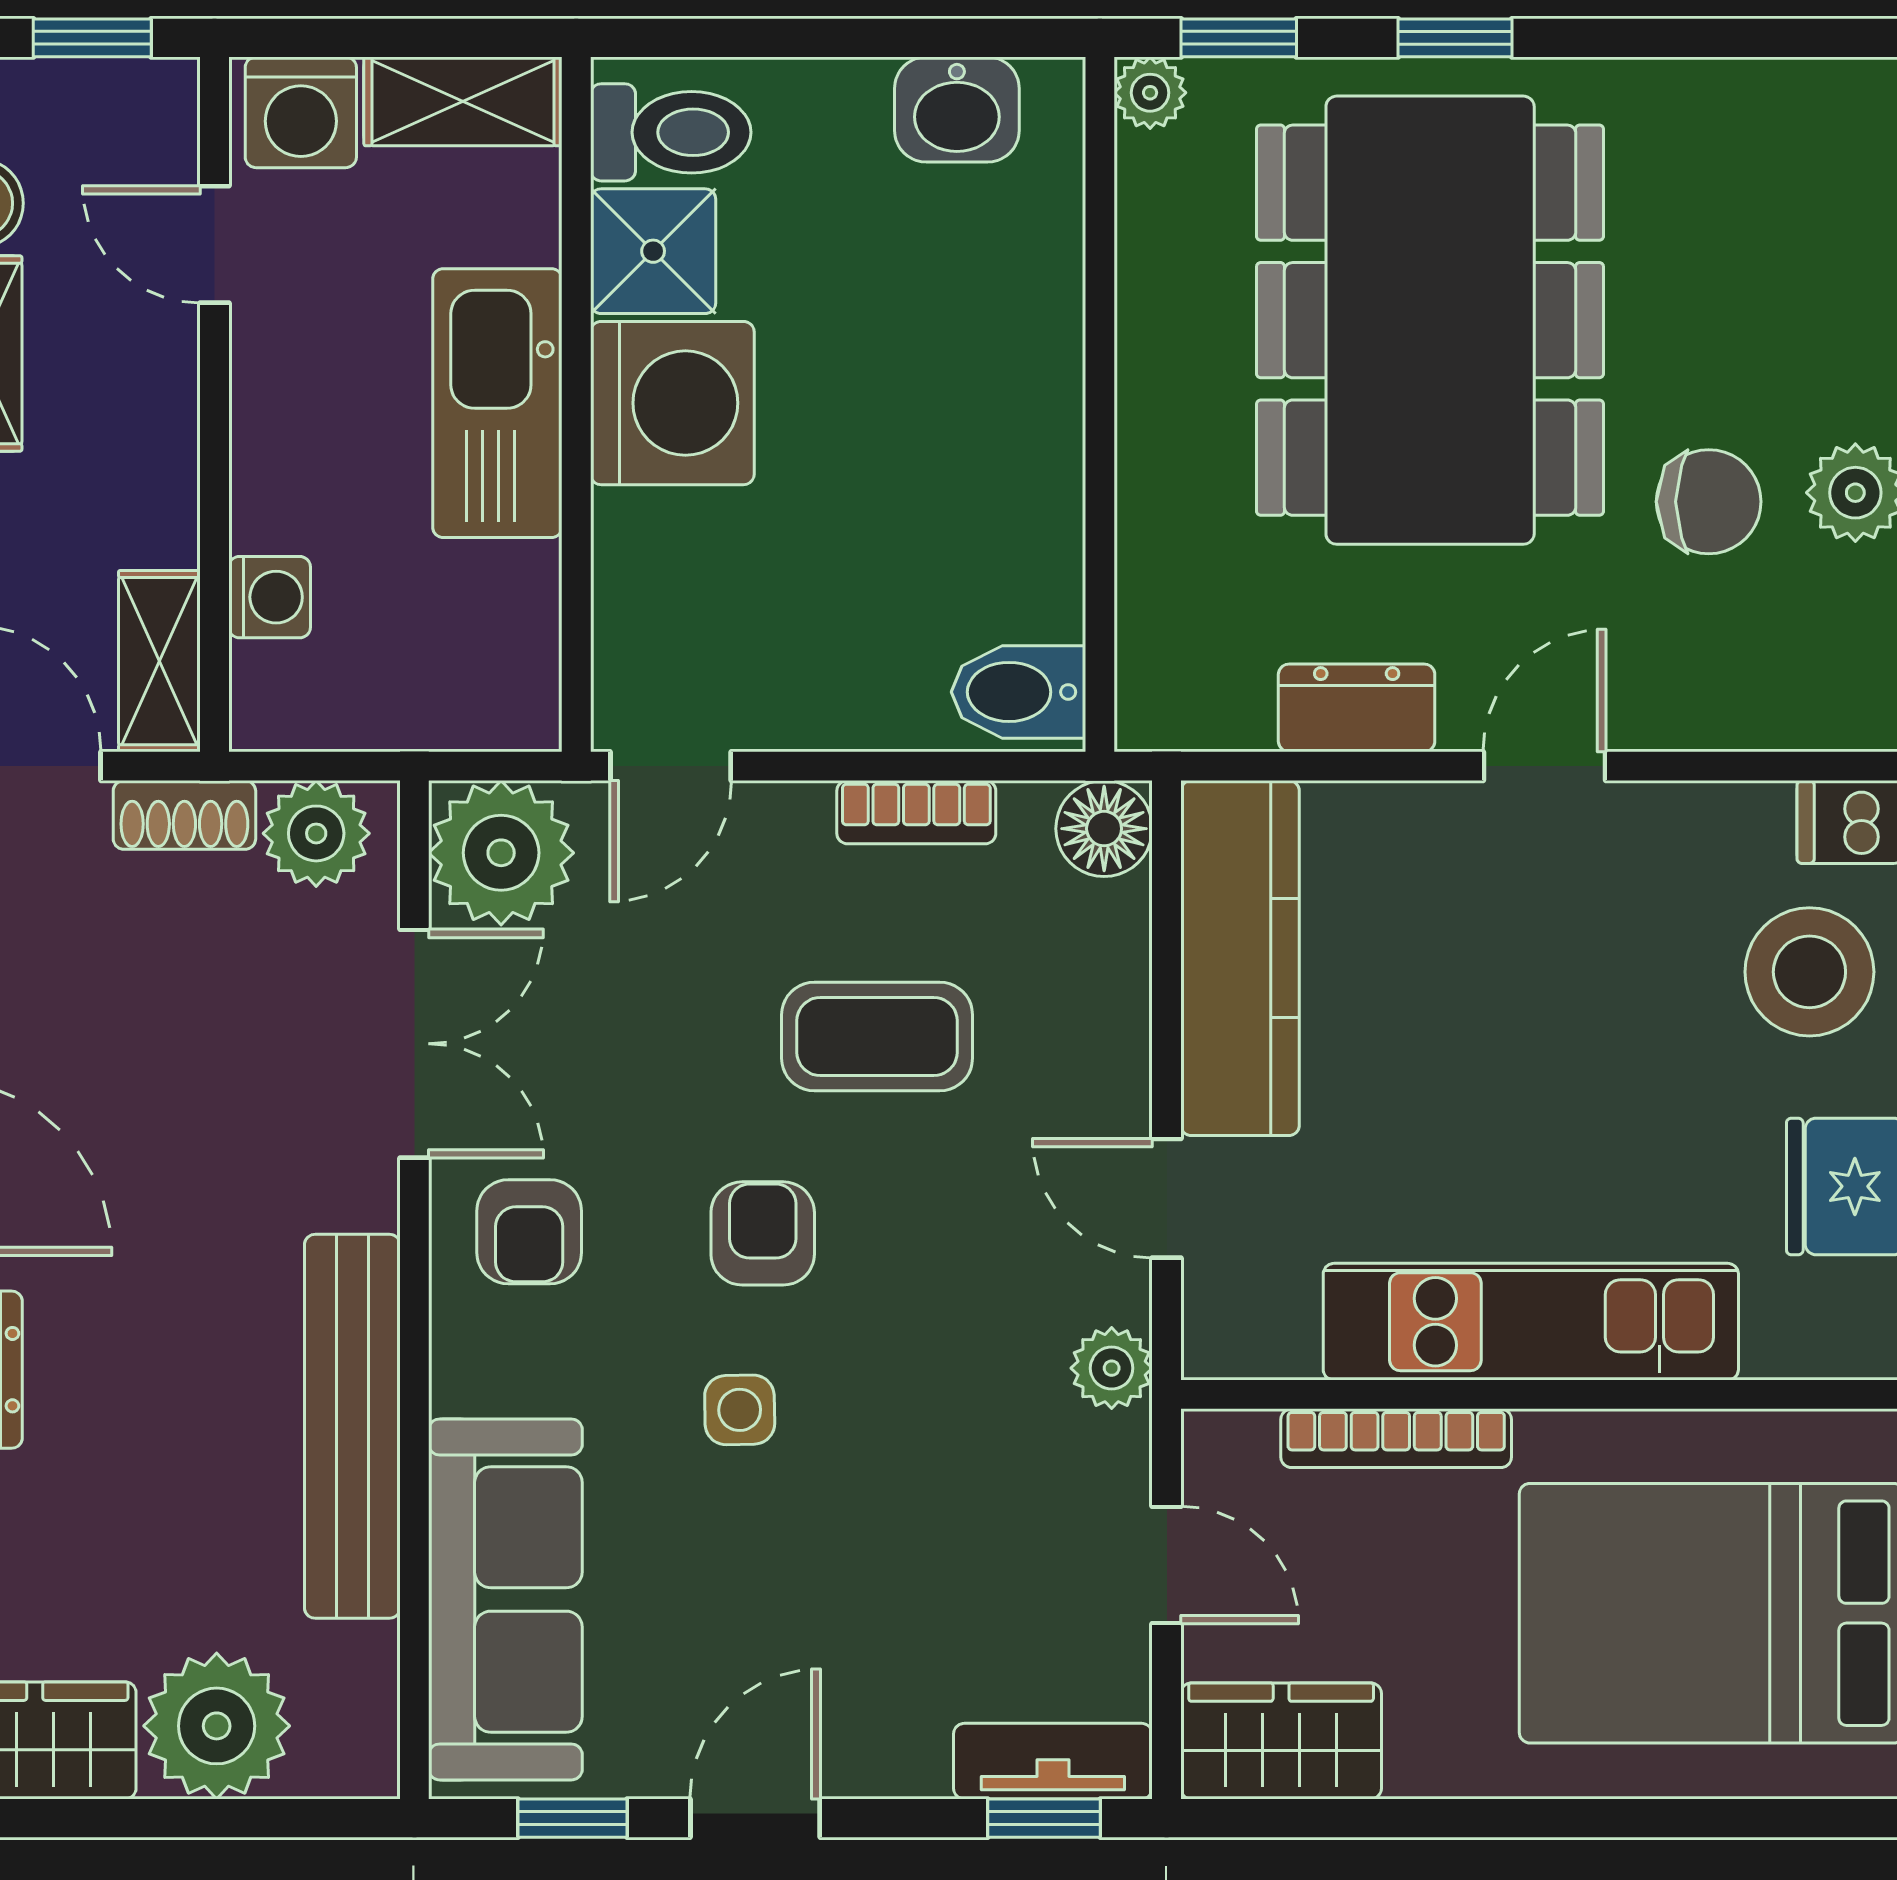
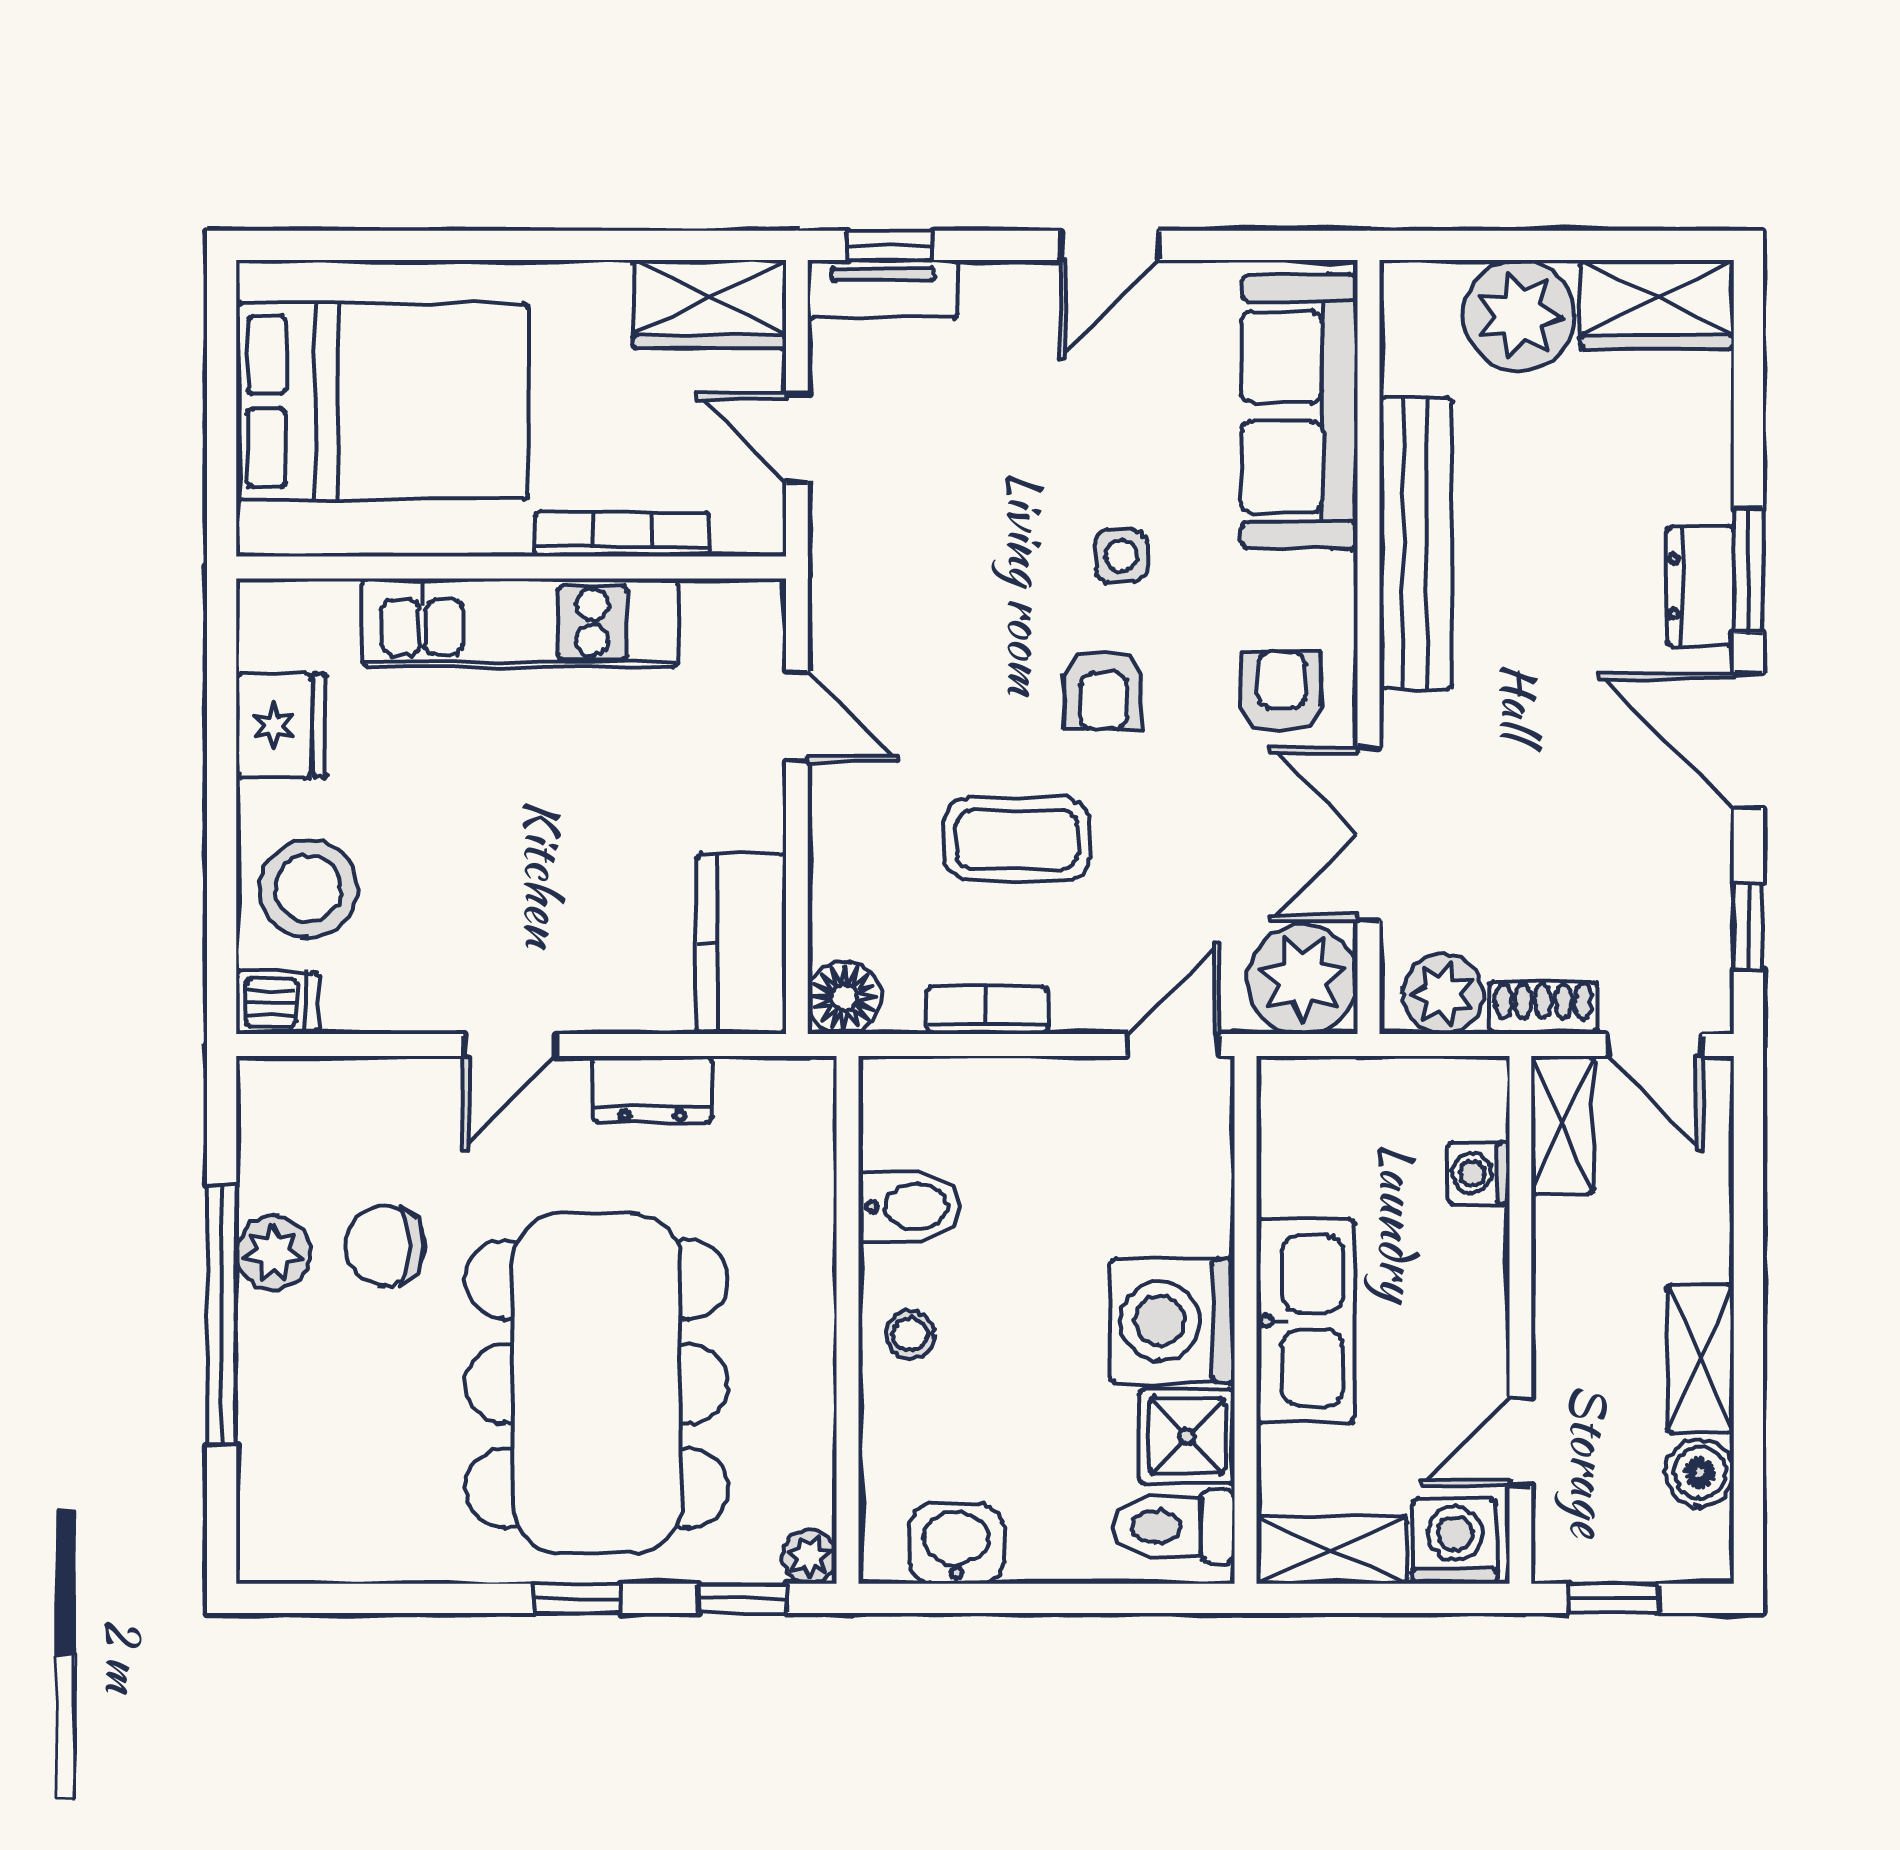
door: (214, 244) -> (1520, 1441), swing flipped
stool: (1018, 385) -> (910, 1335), added
bidet: (1018, 692) -> (909, 1207), moved
kitchen counter: (1240, 958) -> (741, 944), width x0.67
plant: (1112, 1368) -> (839, 587), removed
window: (573, 1818) -> (1248, 245), removed

